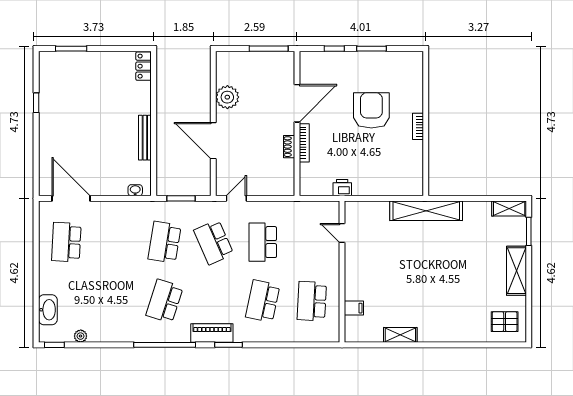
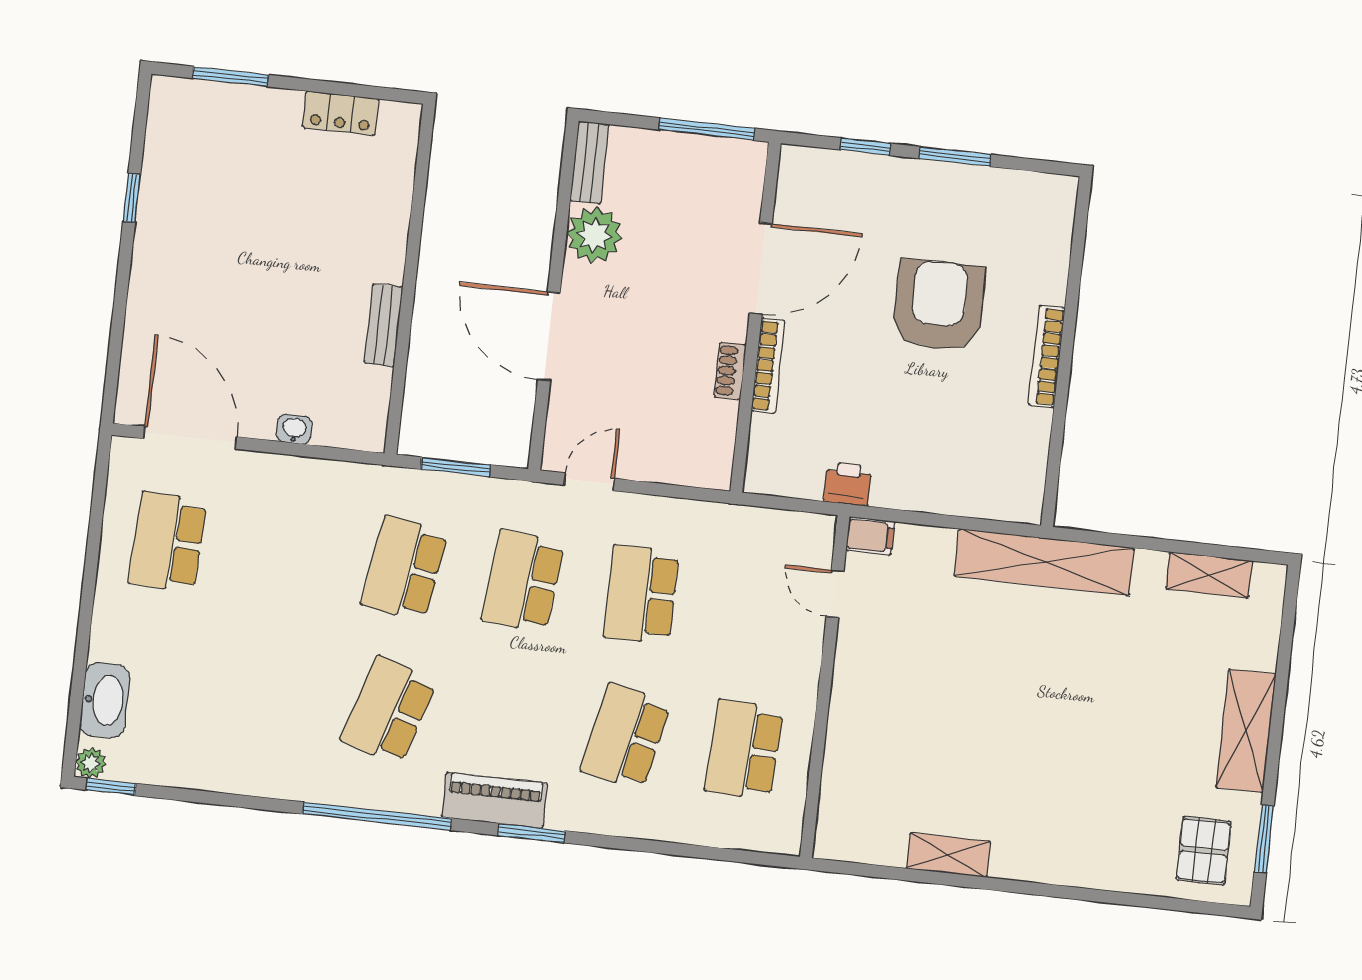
locker: (144, 66) -> (341, 113), moved, turned -90
bench: (222, 68) -> (589, 163), added
bookcase: (418, 126) -> (1047, 357), width x1.56
bench: (145, 138) -> (383, 325), width x0.73
washbasin: (135, 190) -> (294, 429), moved
shelving: (509, 209) -> (1209, 575), moved
window: (529, 231) -> (1264, 839), moved
school desk: (214, 242) -> (523, 581), turned 30
filing cabinet: (354, 308) -> (870, 536), moved
pallet: (505, 322) -> (1204, 851), turned 90
plant: (81, 336) -> (91, 763), moved

